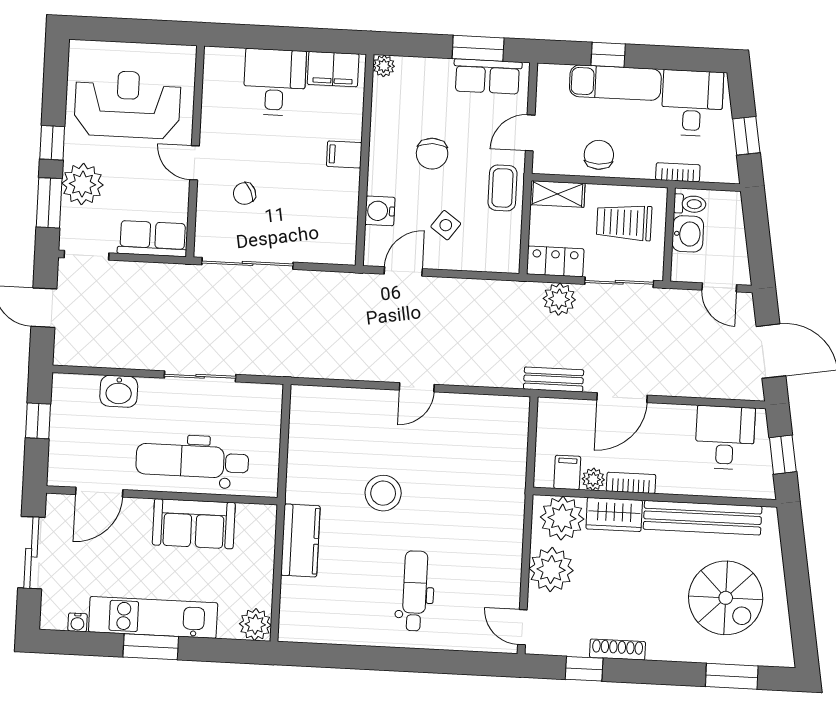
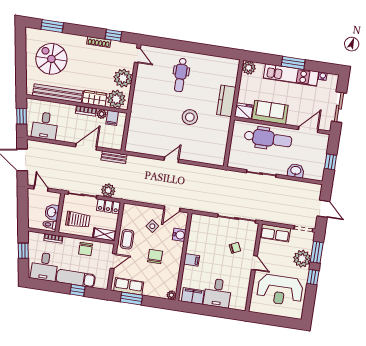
fridge: (257, 521) -> (244, 111), added

